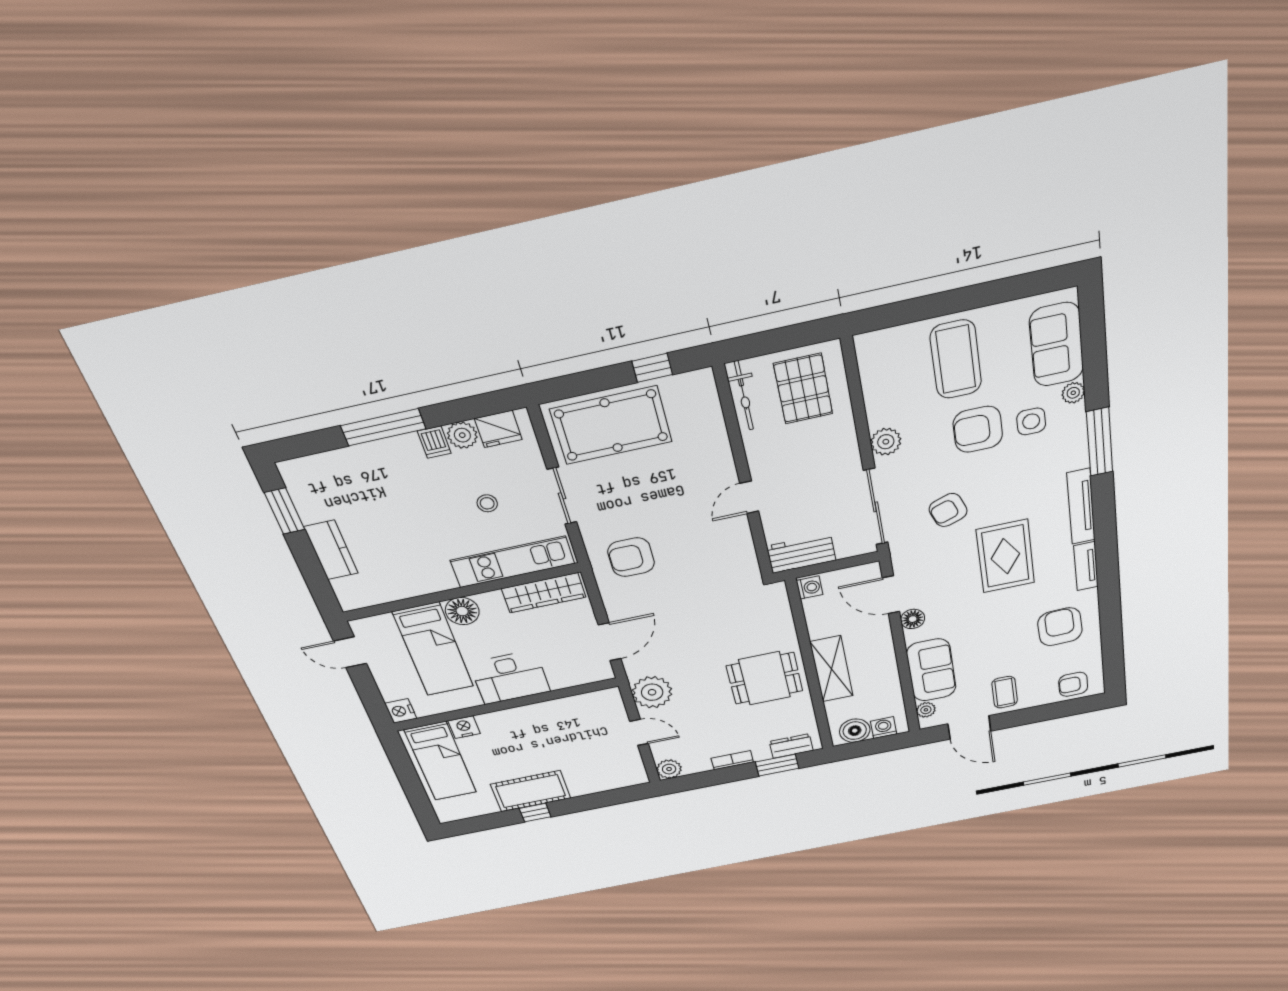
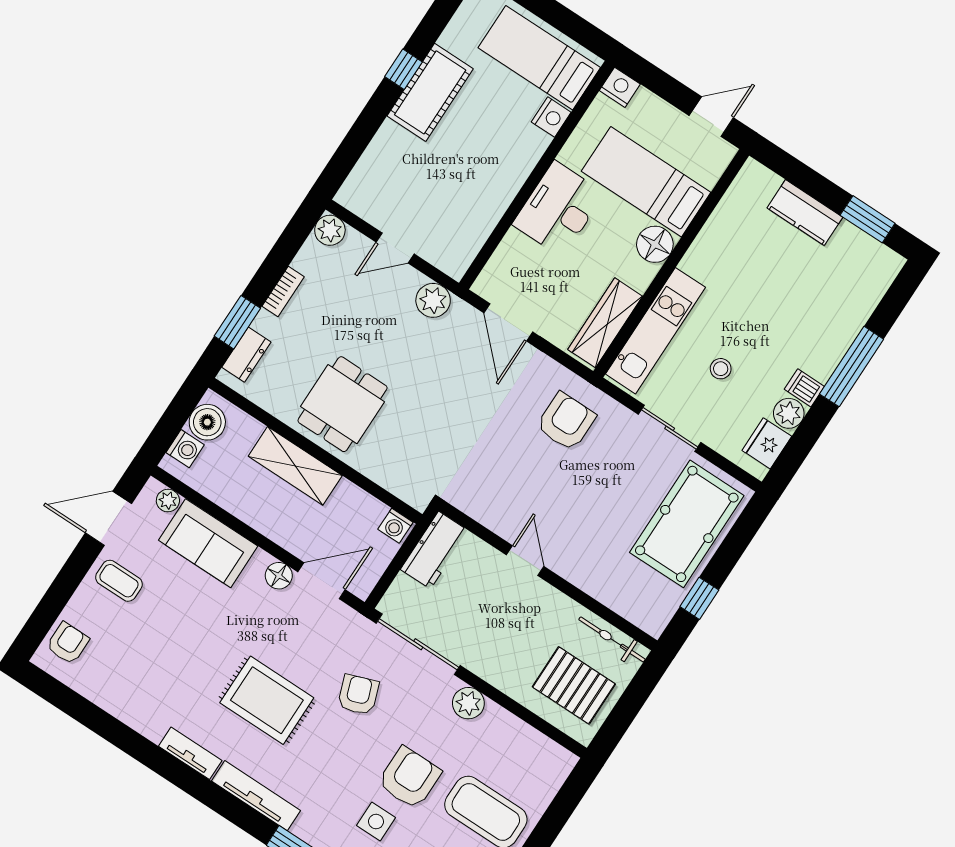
armchair: (1060, 627) -> (146, 683), removed
plant: (652, 692) -> (433, 300), width x0.73, depth x0.73

